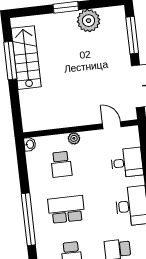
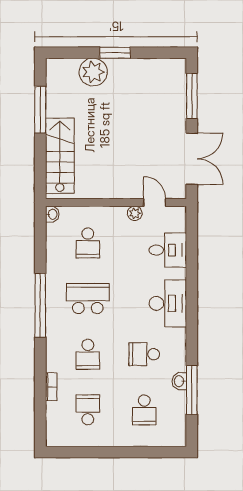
plant: (89, 21) -> (93, 72), moved
stairs: (26, 58) -> (60, 156), moved
plant: (74, 138) -> (135, 213), moved

